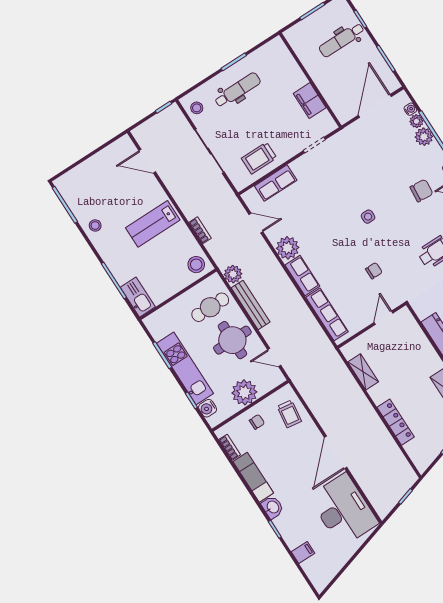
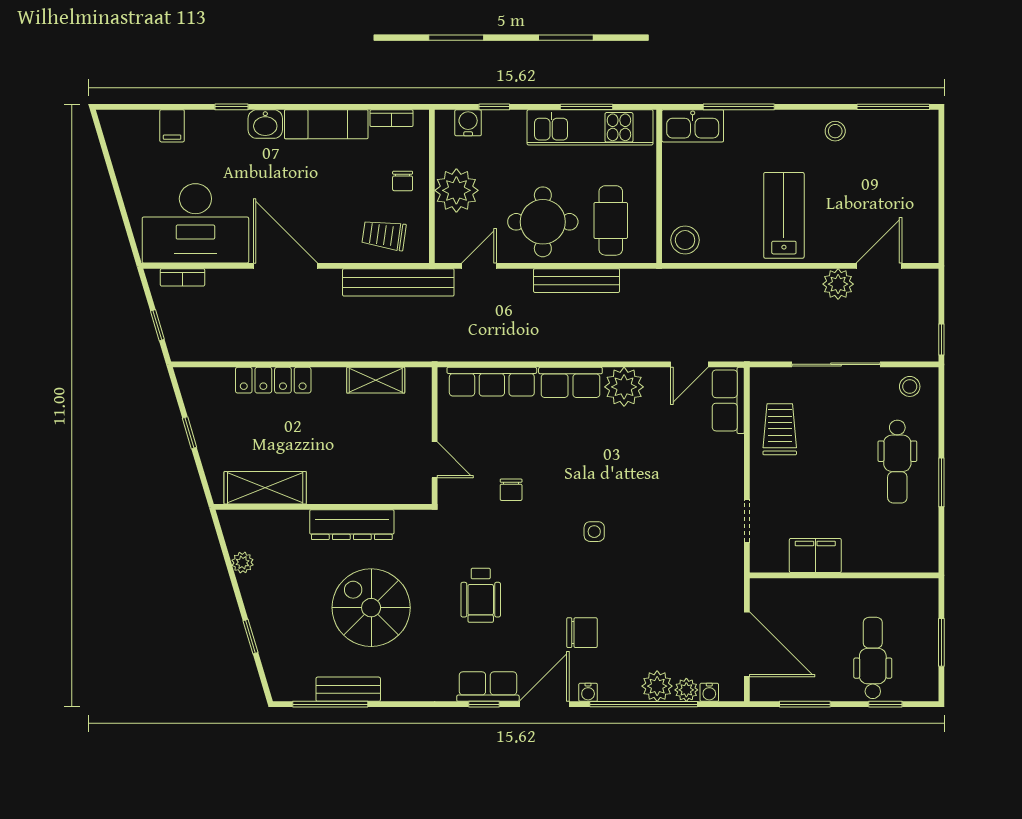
row of seats: (276, 183) -> (728, 400), moved
chair: (422, 191) -> (582, 633), turned -95
bookcase: (200, 230) -> (182, 277), moved
plant: (233, 274) -> (838, 284), moved
kitchen unit: (185, 368) -> (590, 127), moved
bench: (308, 392) -> (398, 282), added

